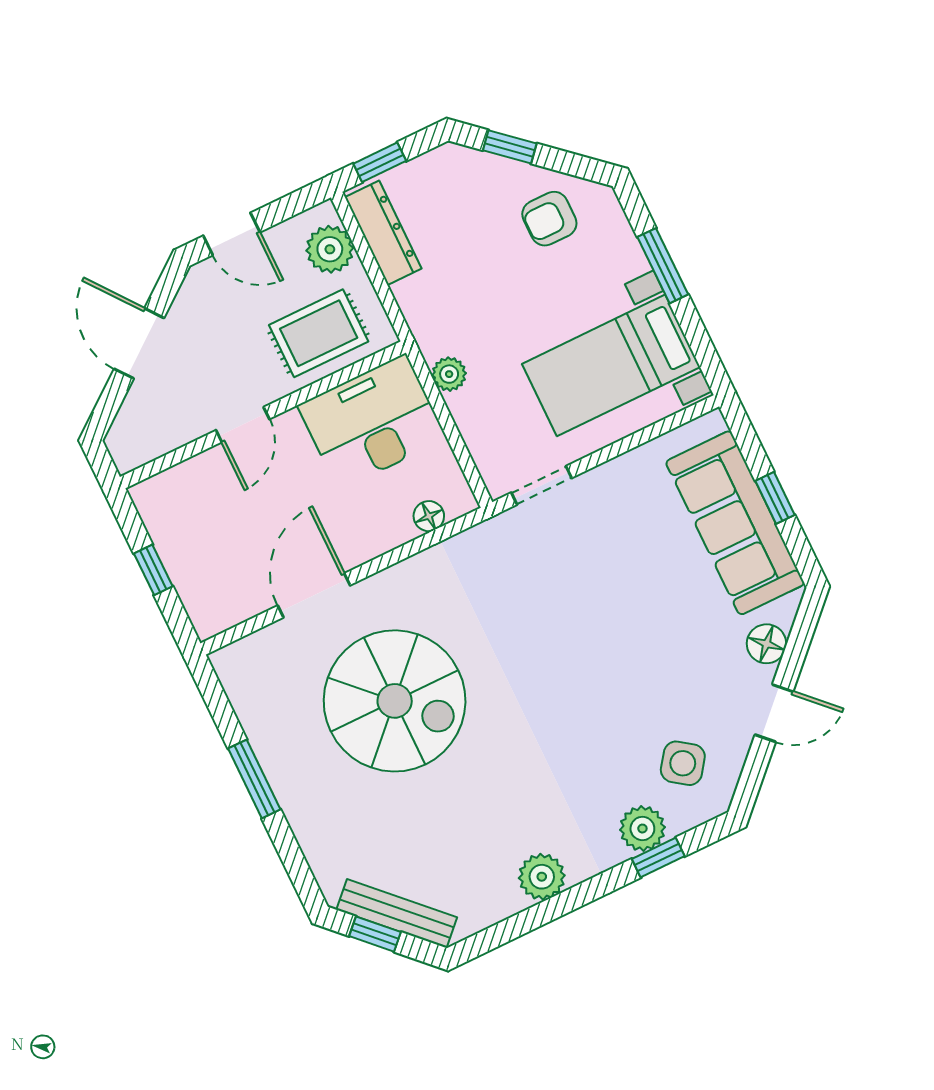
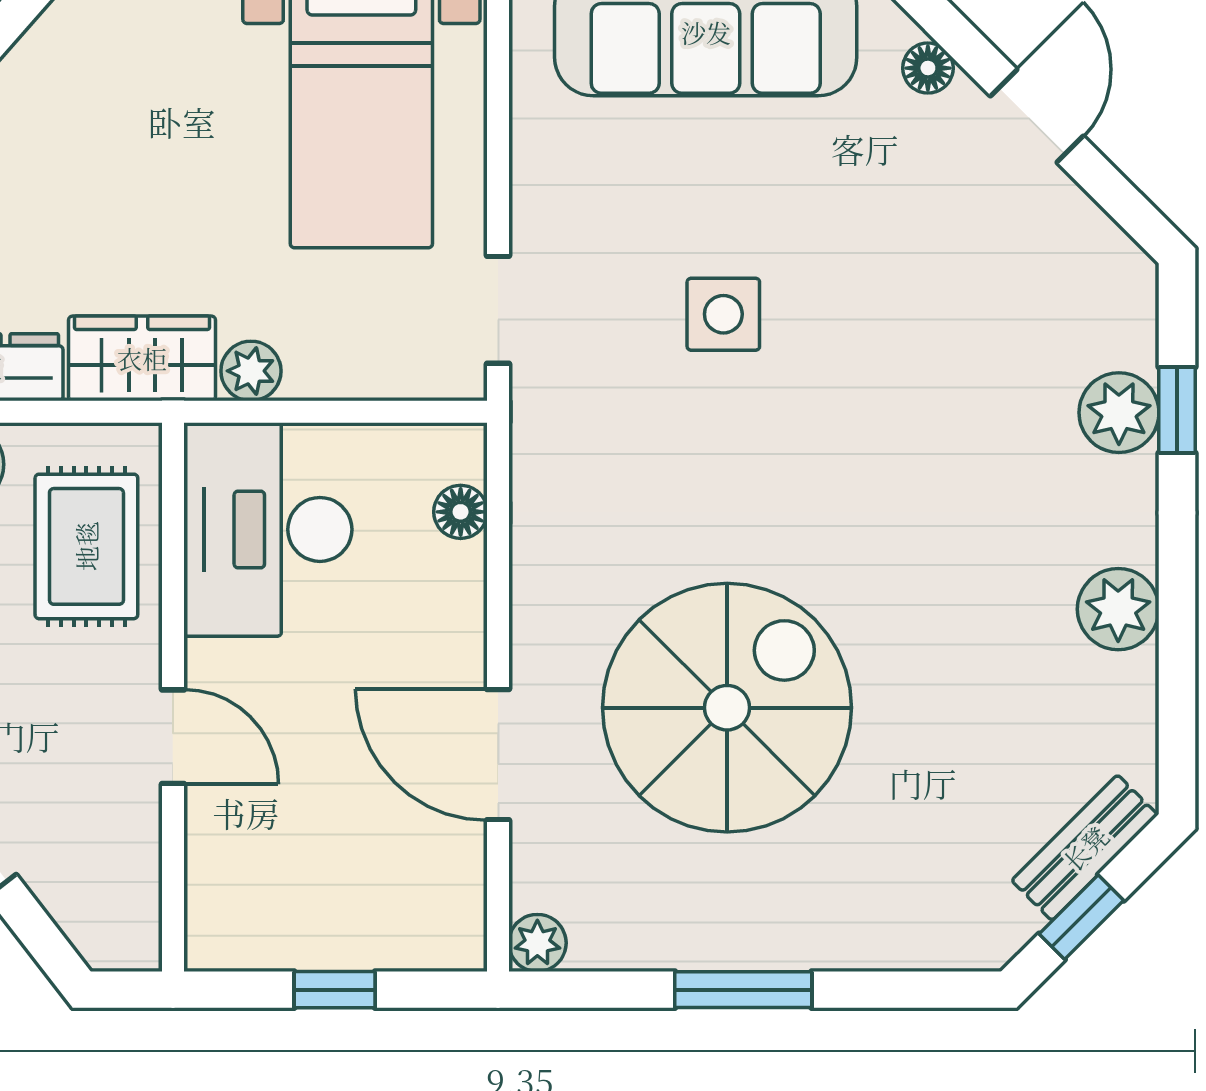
armchair: (549, 219) -> (82, 93), removed
wardrobe: (429, 315) -> (142, 358), added
floor lamp: (767, 644) -> (928, 68), width x0.73, depth x0.73
plant: (227, 662) -> (537, 943), added
side table: (683, 763) -> (723, 314), moved, turned -36
bench: (397, 913) -> (1085, 848), width x0.73

